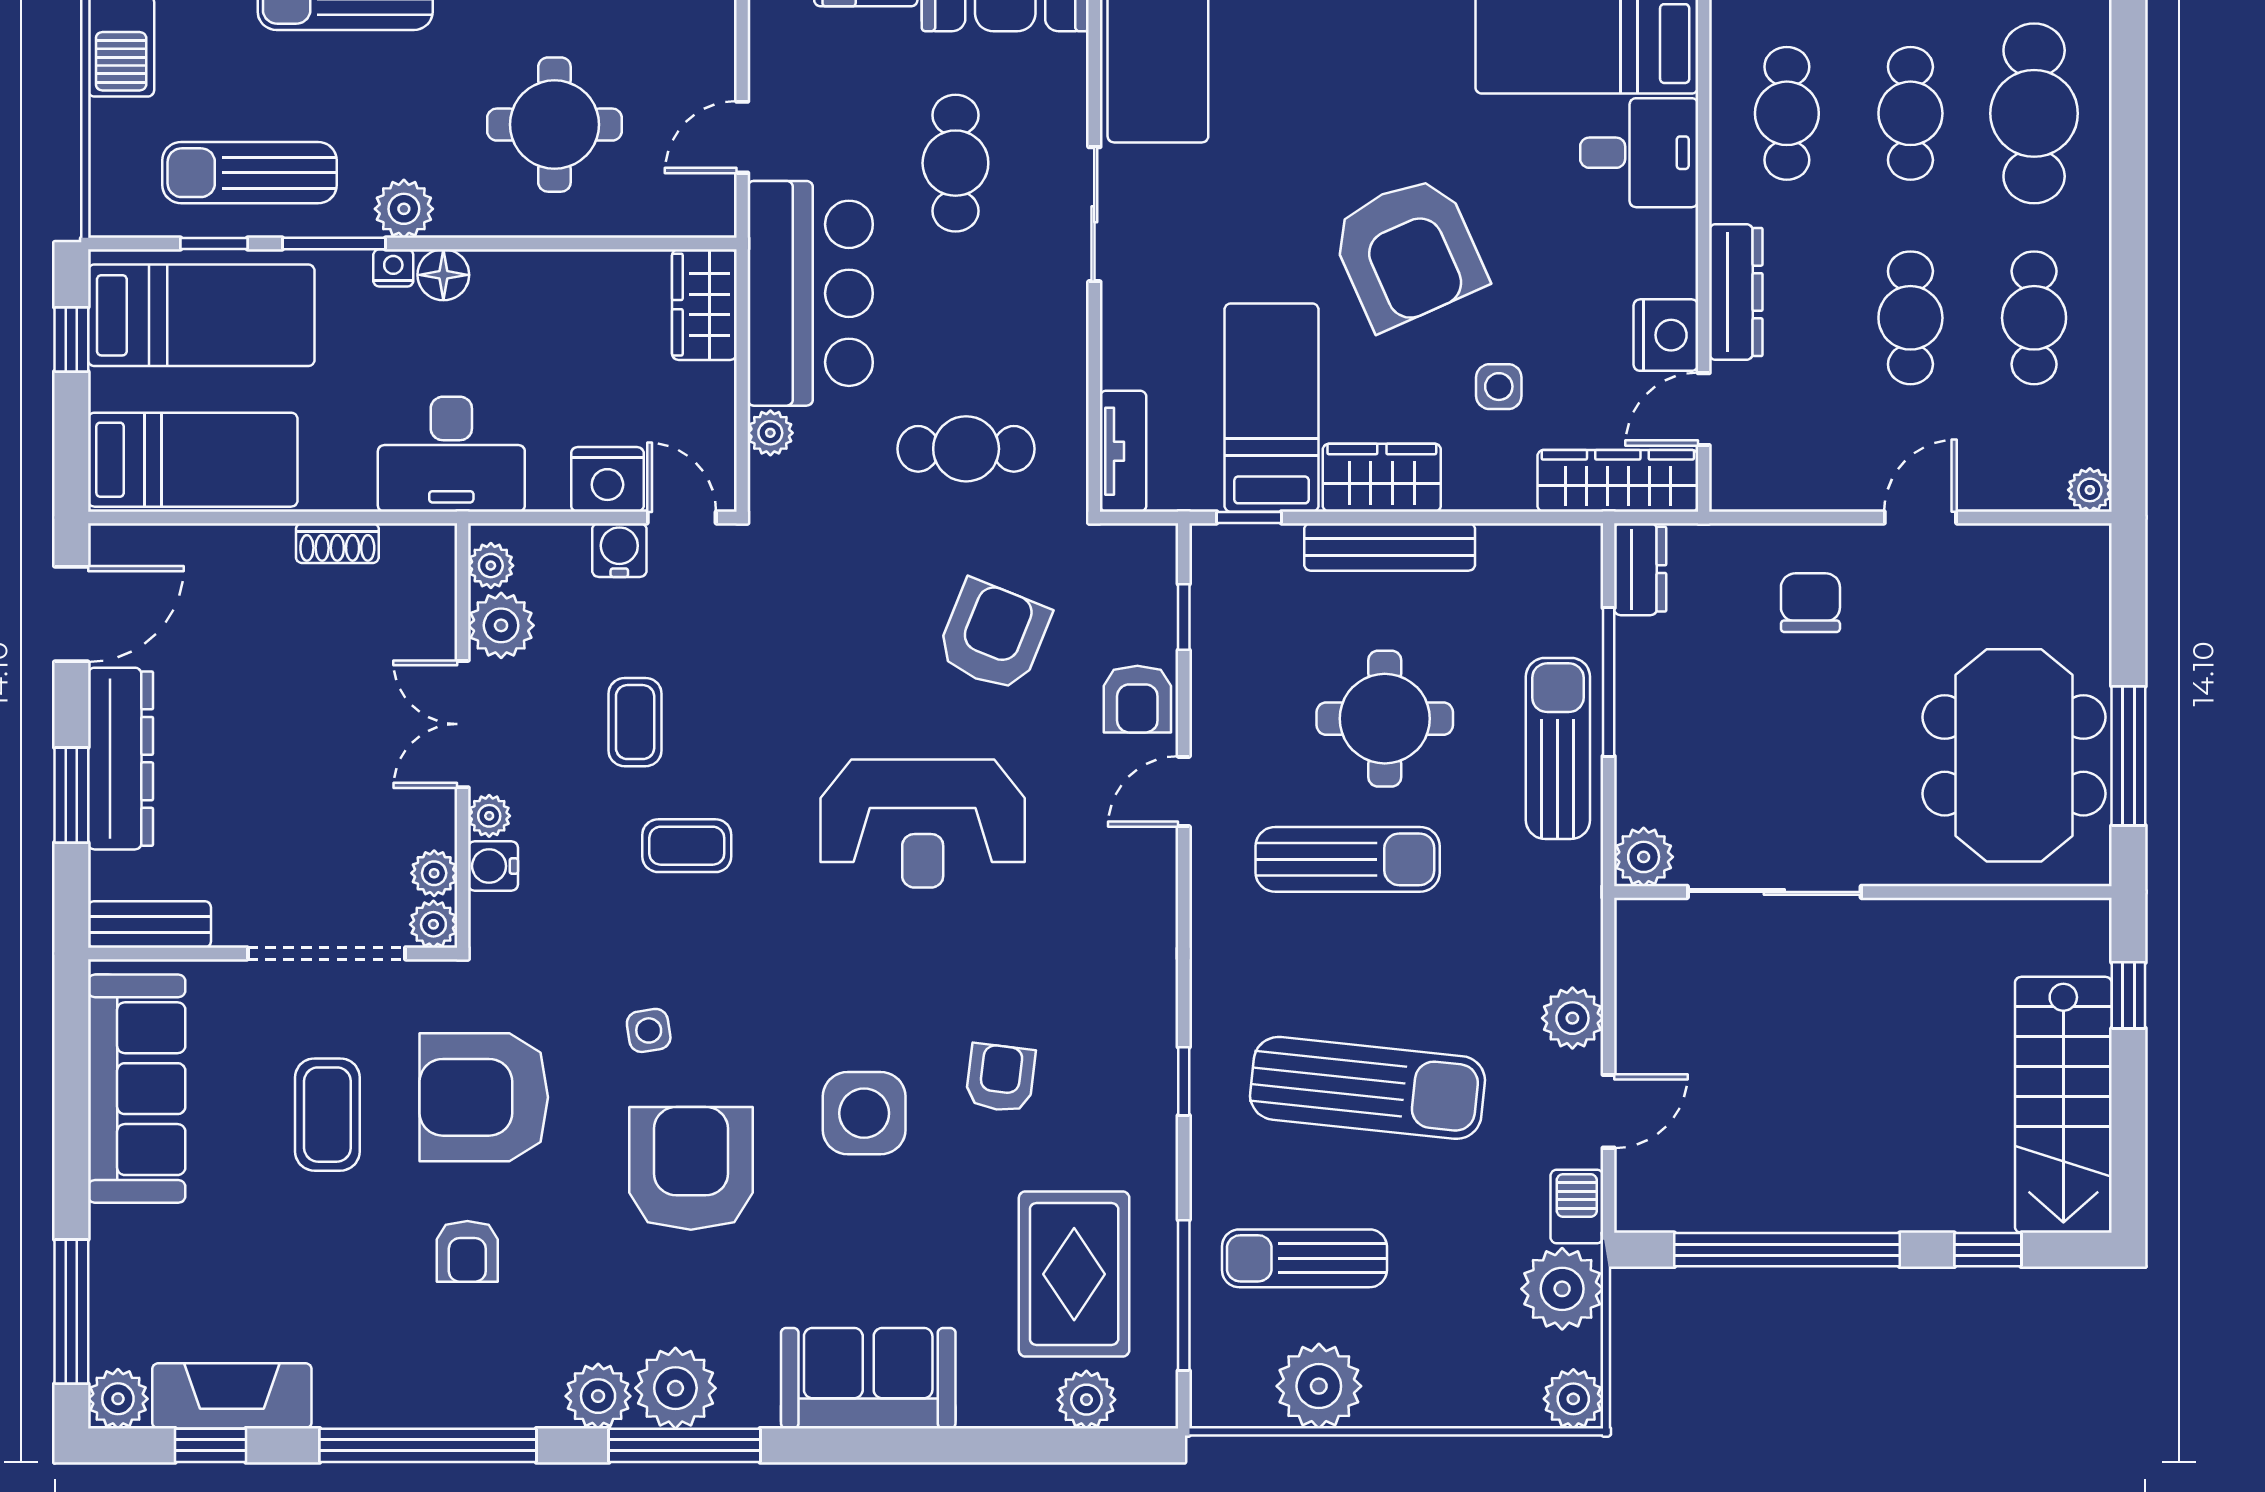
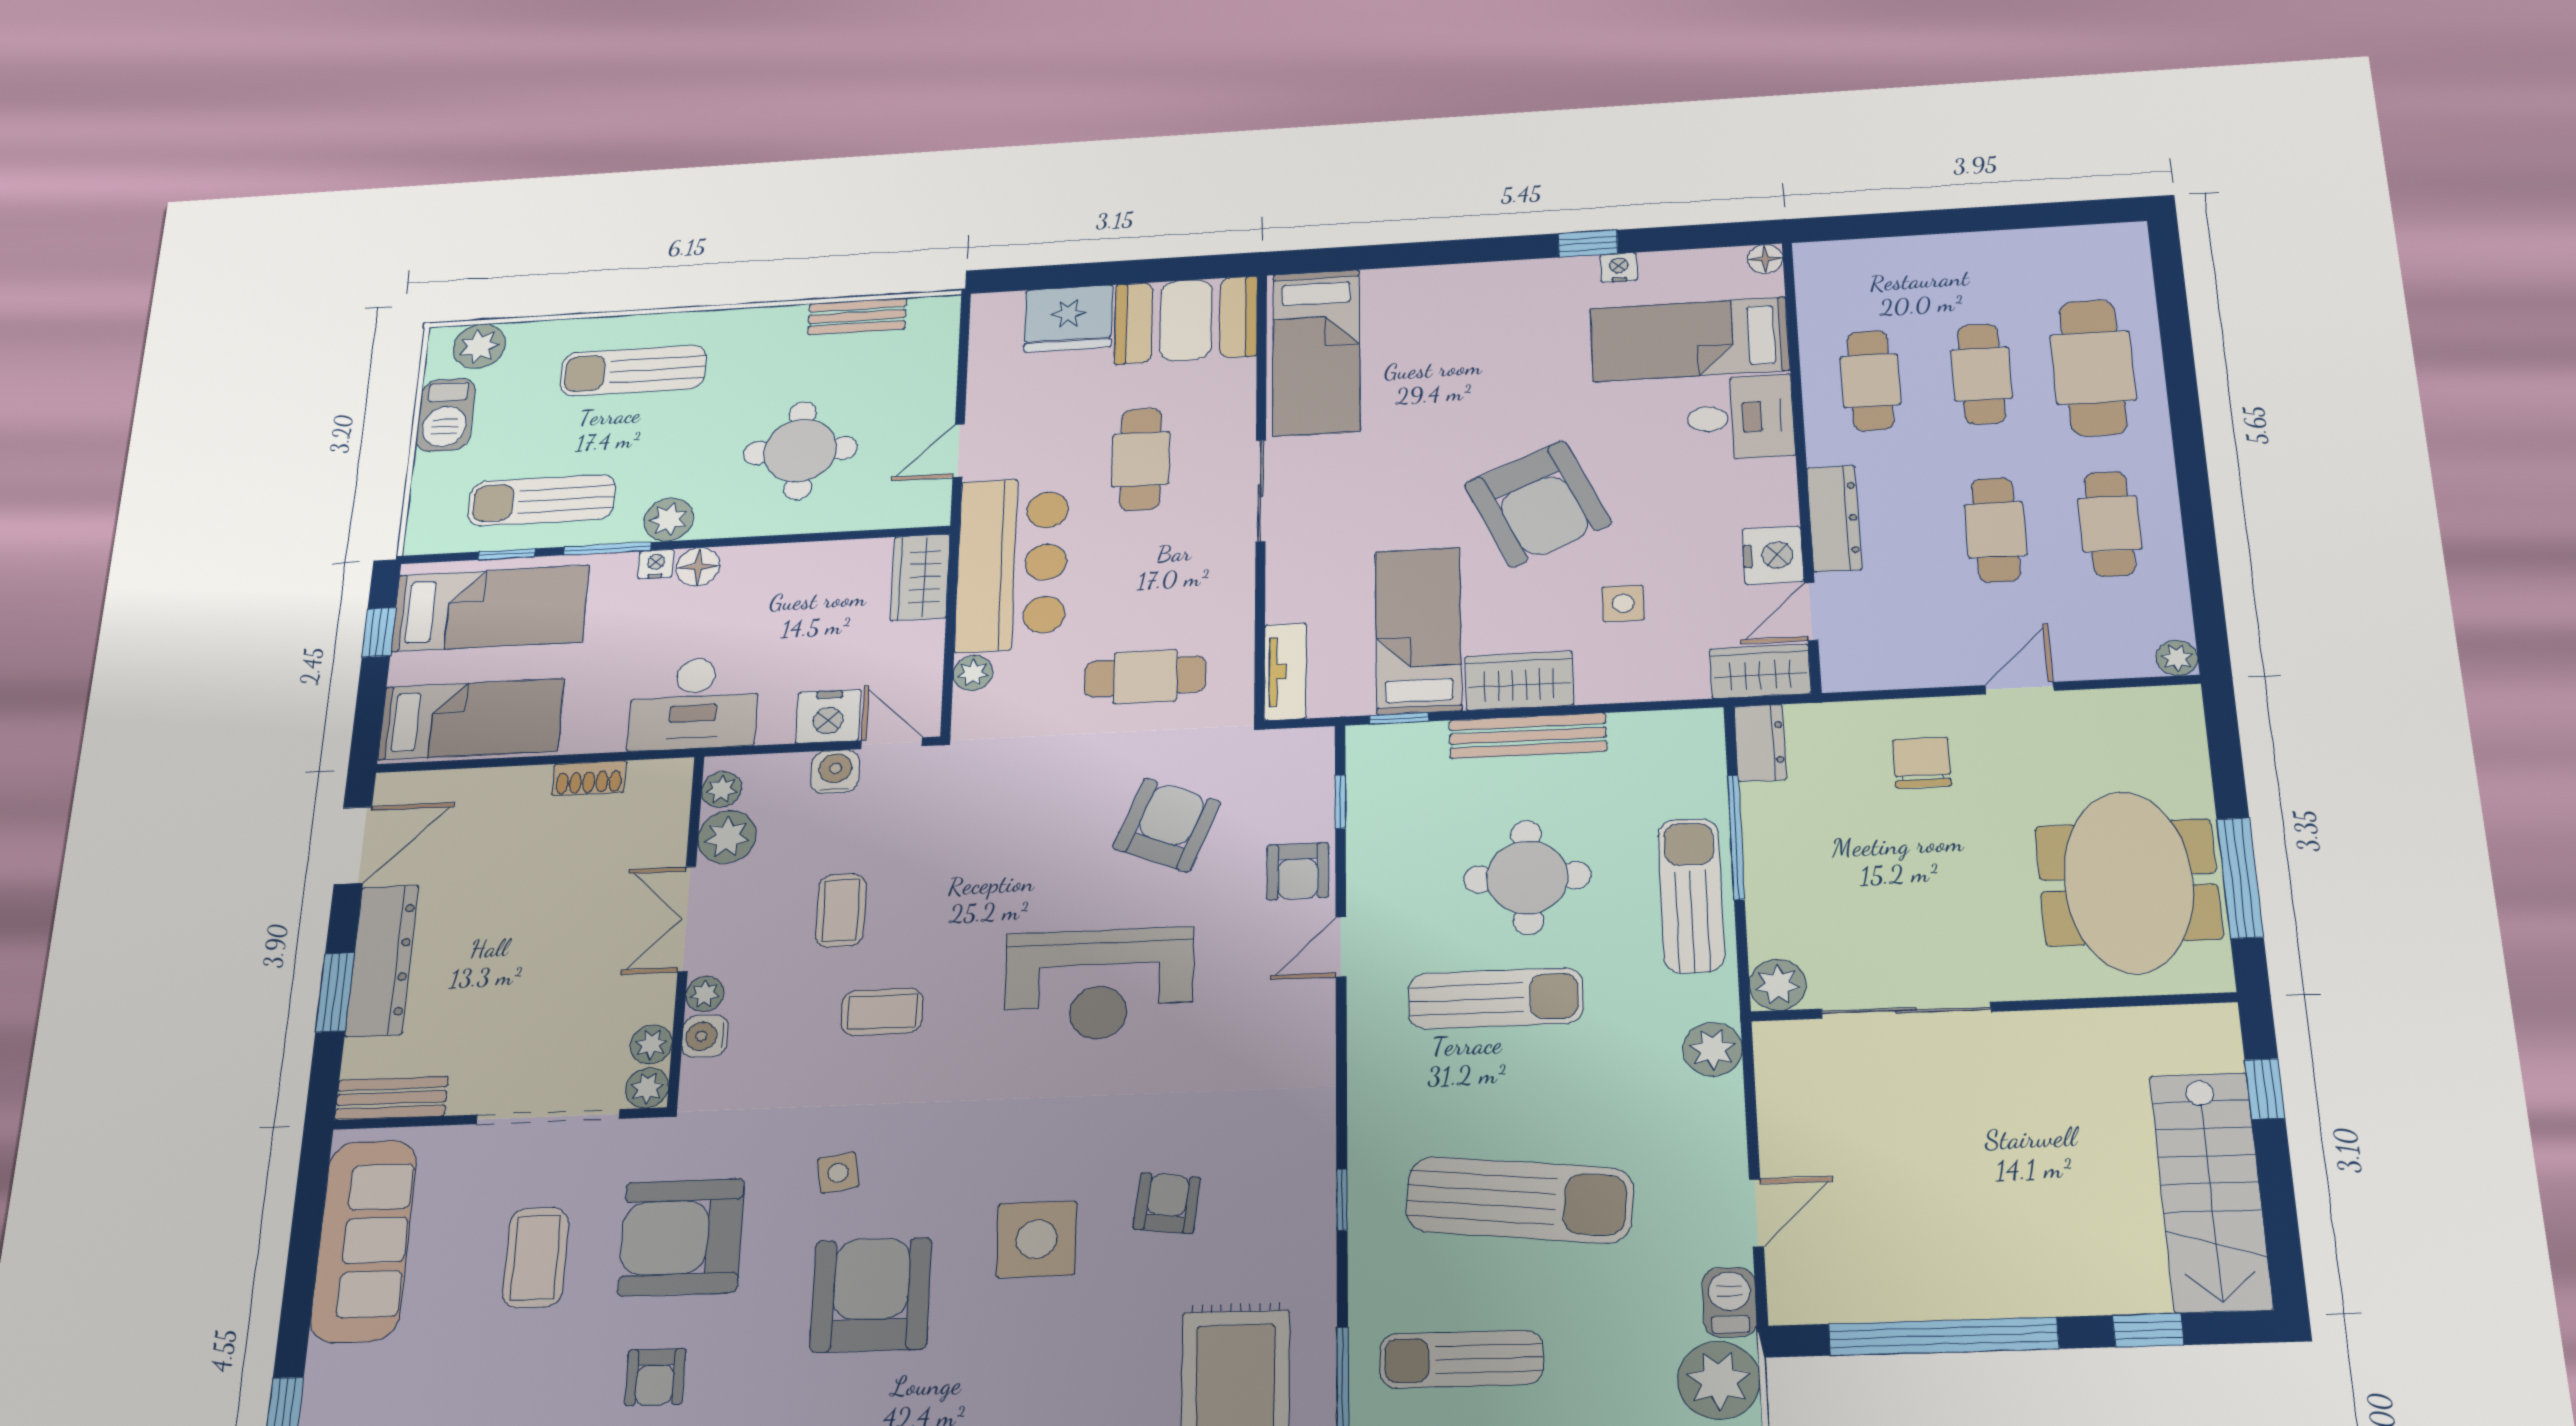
wardrobe: (1618, 481) -> (1760, 671), width x0.67
plant: (1572, 1018) -> (1713, 1049), moved

